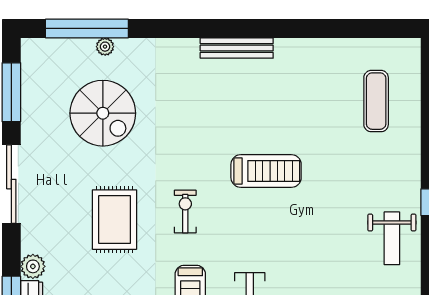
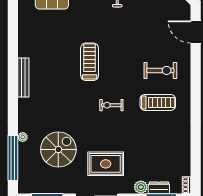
plant: (105, 47) -> (23, 137), moved
rug: (115, 220) -> (106, 164), moved

